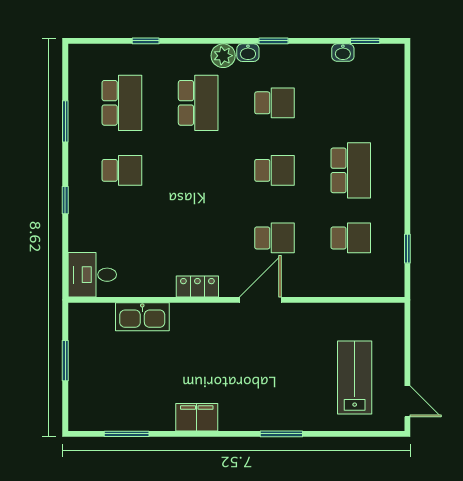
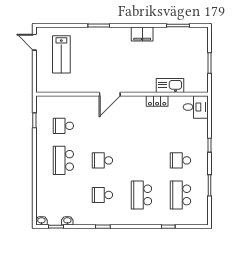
washbasin: (248, 53) -> (41, 221), moved
plant: (223, 56) -> (129, 219), removed
school desk: (274, 238) -> (102, 126), removed
locker: (197, 286) -> (157, 101), moved

